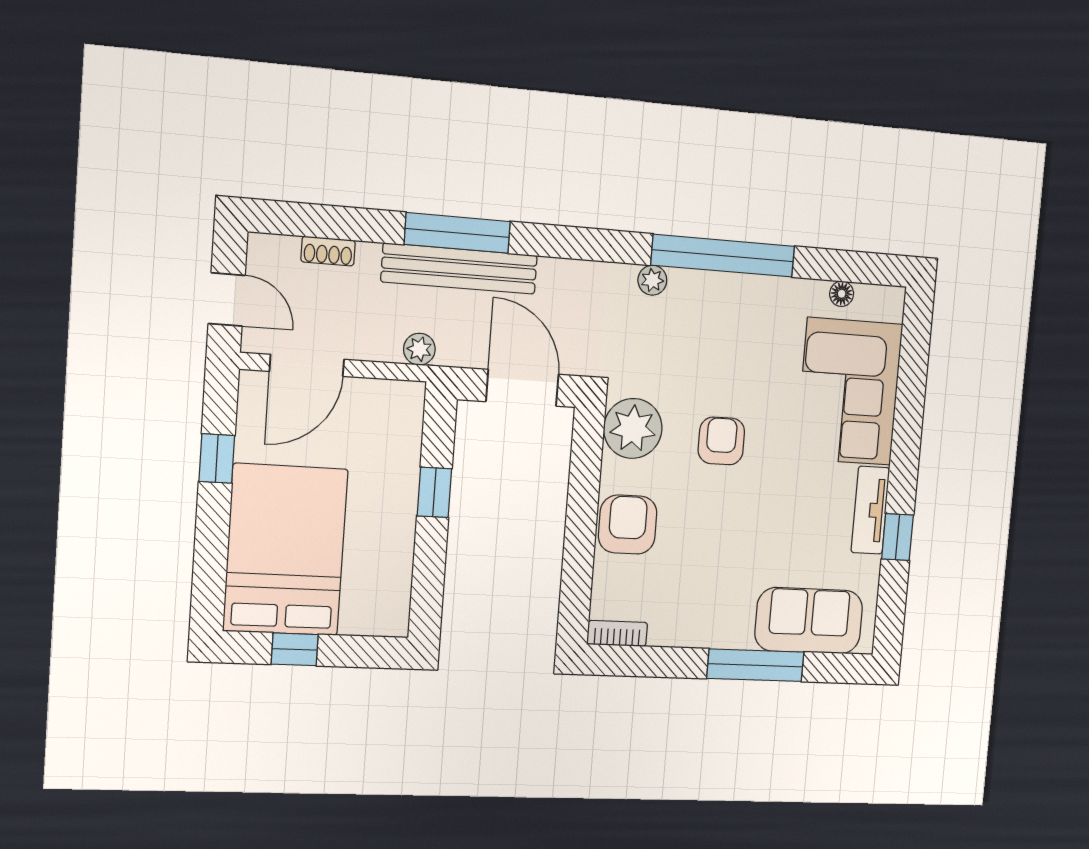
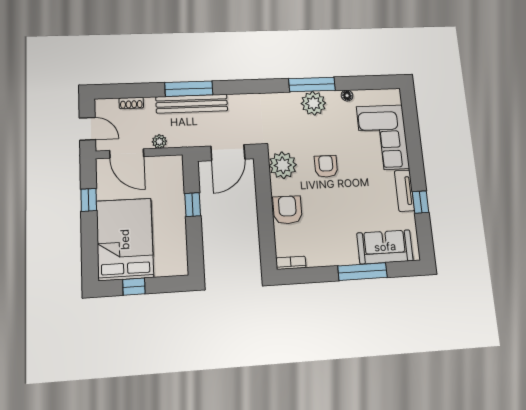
window: (723, 256) -> (312, 85), width x0.68
plant: (652, 280) -> (313, 103), moved, width x1.88, depth x1.88
floor lamp: (842, 294) -> (347, 96), moved
plant: (419, 349) -> (159, 141), moved
door: (307, 365) -> (127, 154), hinge flipped
door: (522, 388) -> (228, 153), swing flipped

